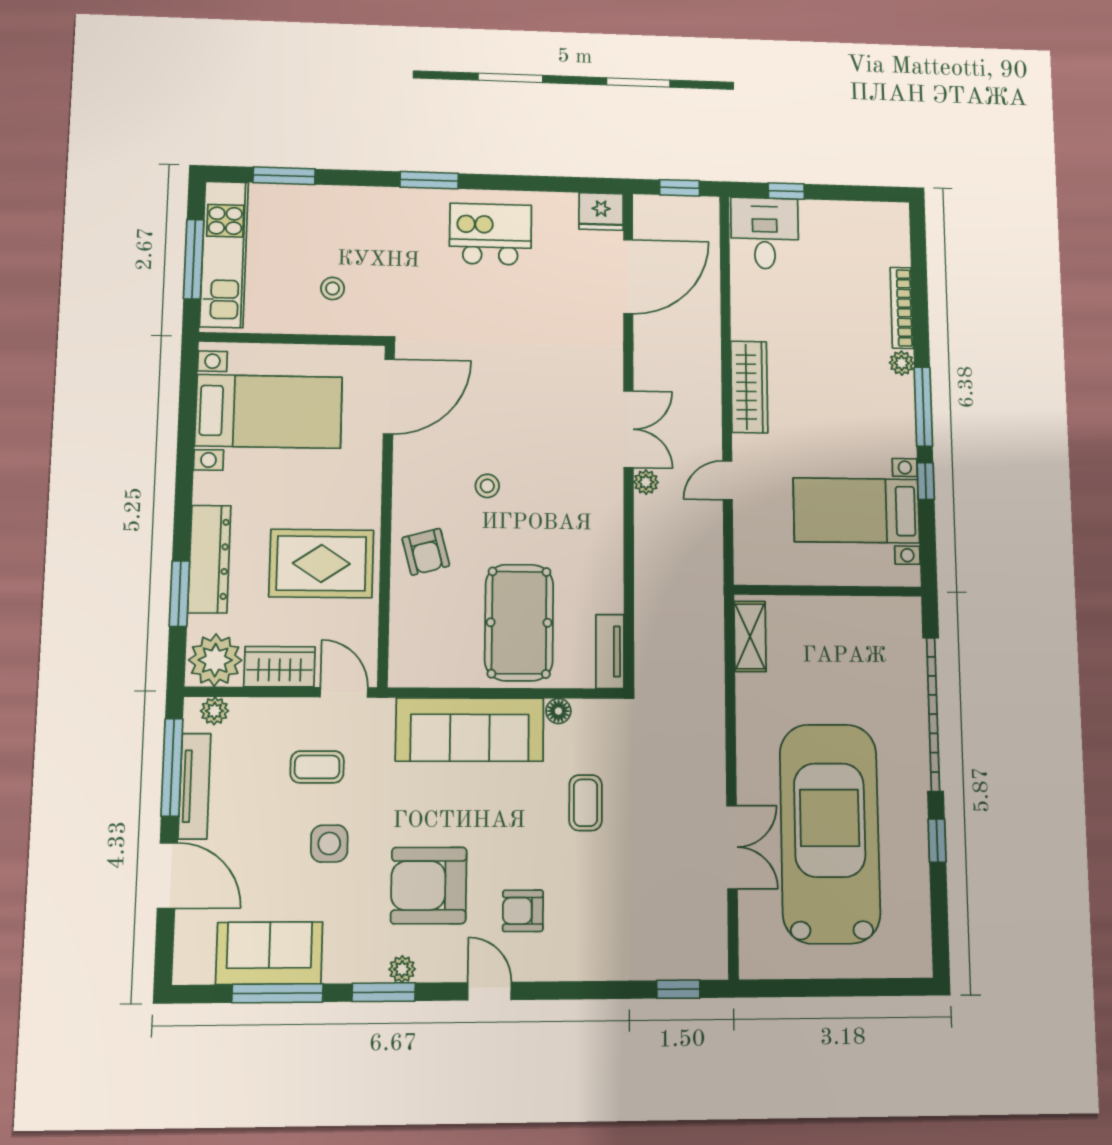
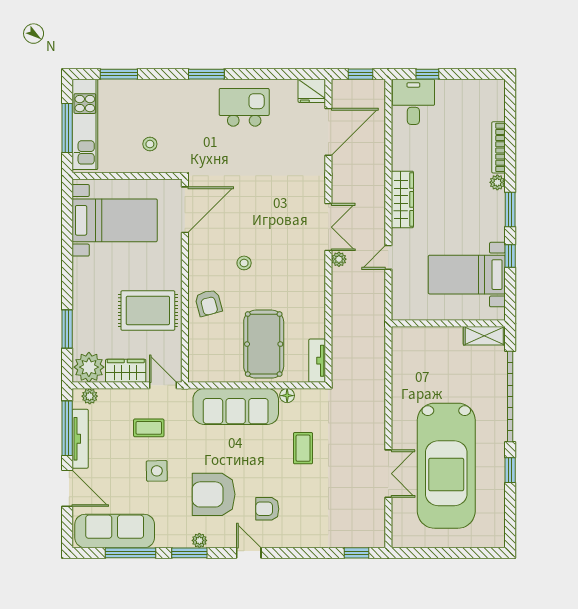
window: (923, 407) -> (510, 210), width x0.69
dresser: (209, 559) -> (83, 309), removed
shelving: (750, 636) -> (484, 336), moved, turned 90
car: (830, 833) -> (446, 466), turned 180
sofa: (269, 953) -> (115, 531), width x1.36

